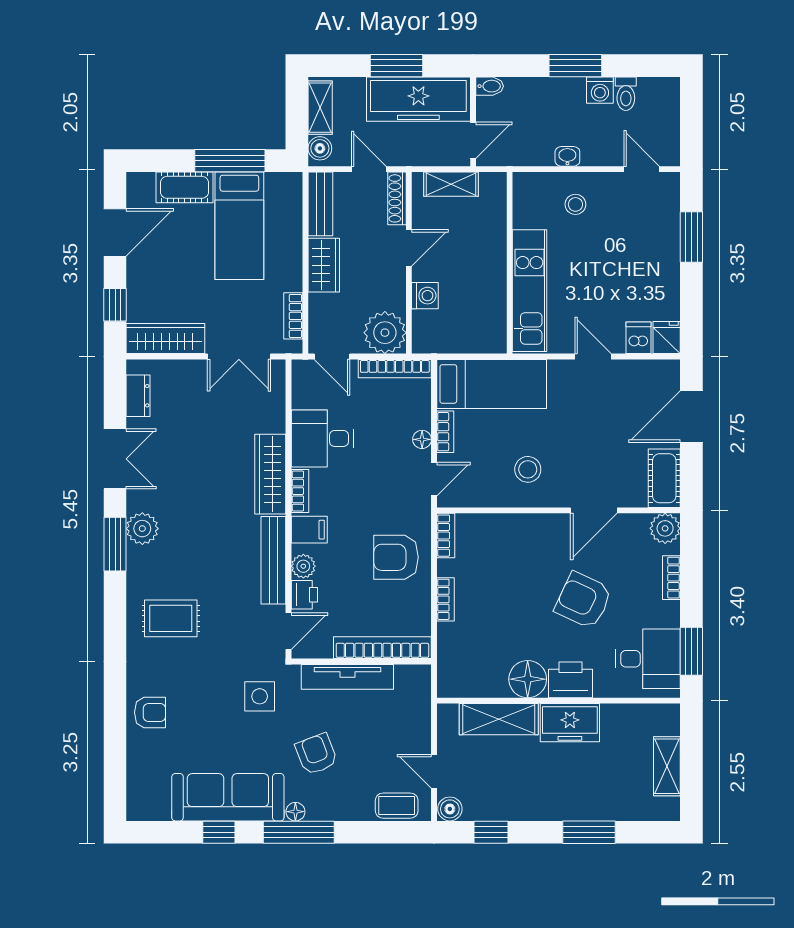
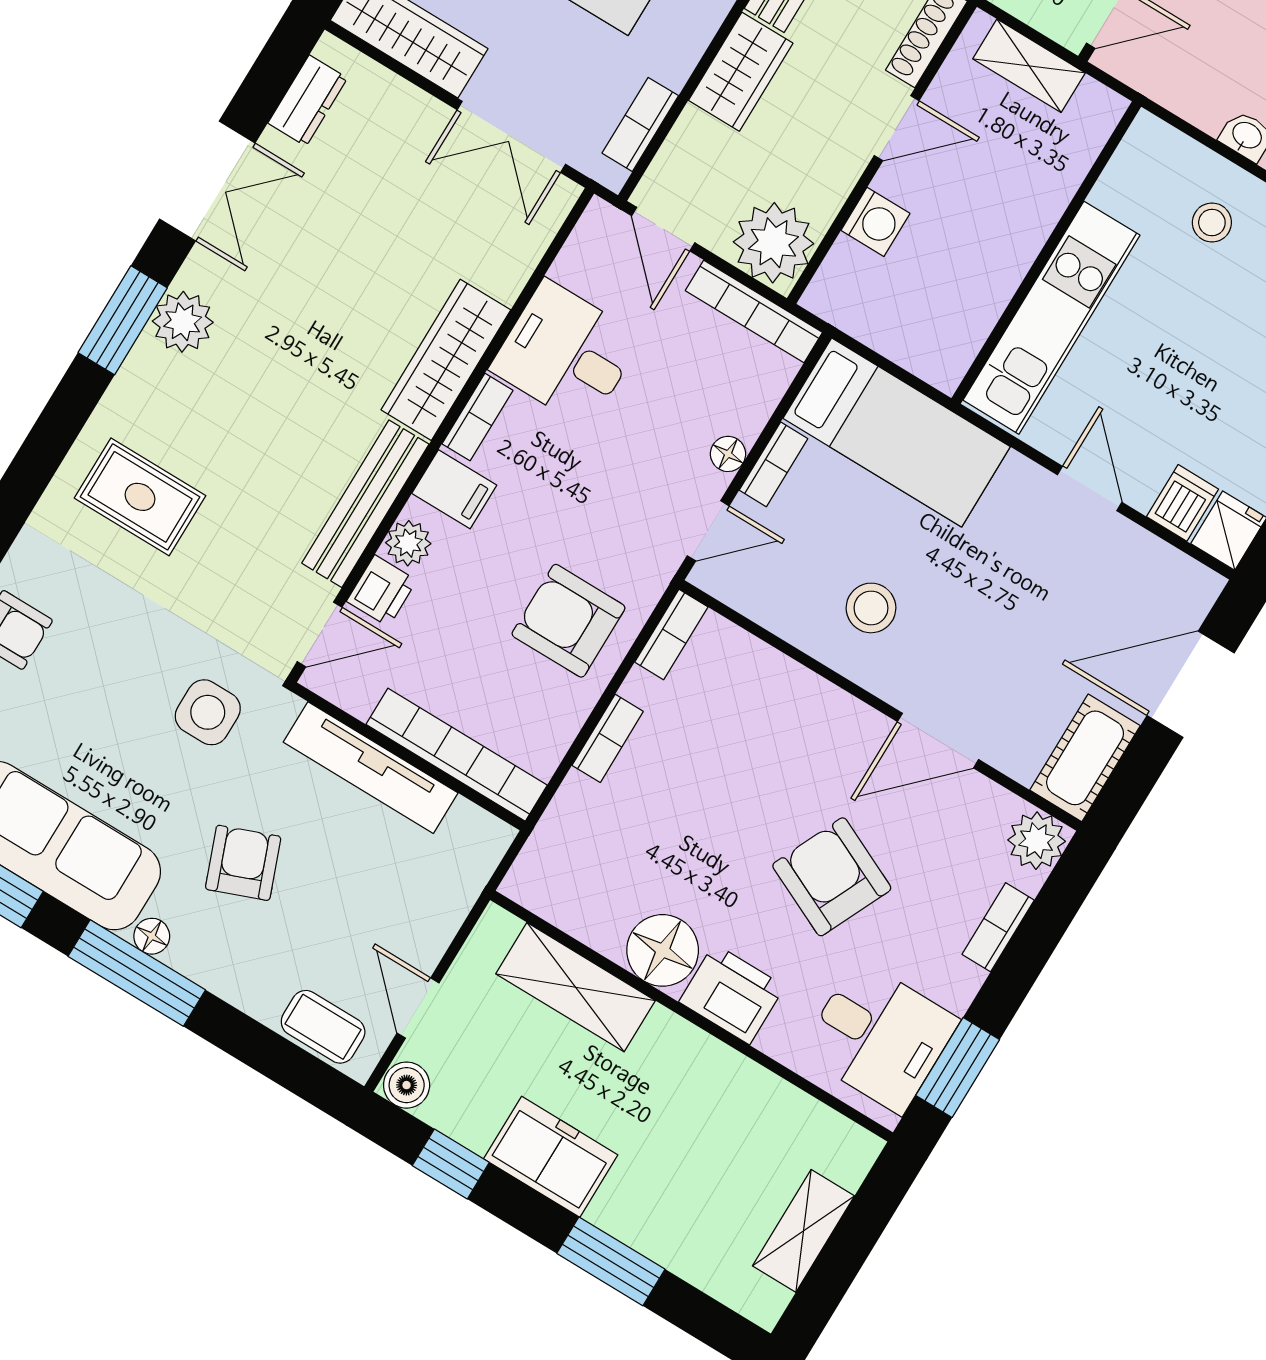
freezer: (570, 723) -> (551, 1157), moved, turned 180

